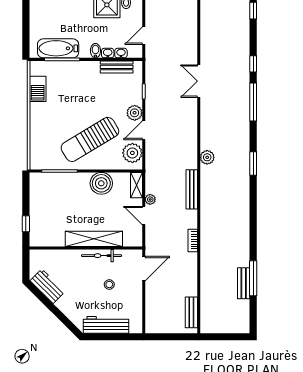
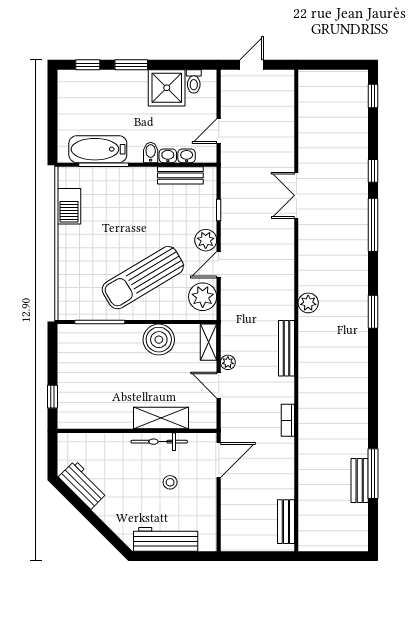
shelving: (94, 239) -> (161, 418), width x0.68

